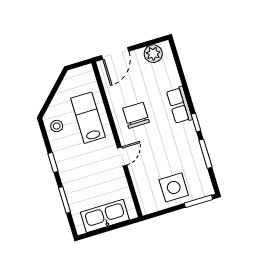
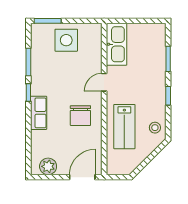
kitchen sink: (105, 216) -> (117, 44), moved, turned -90

